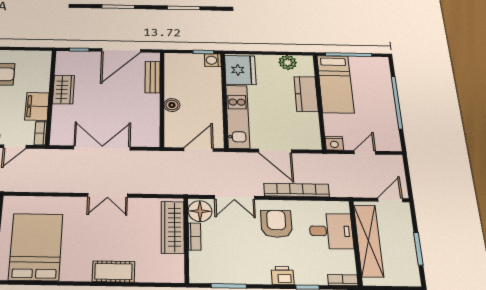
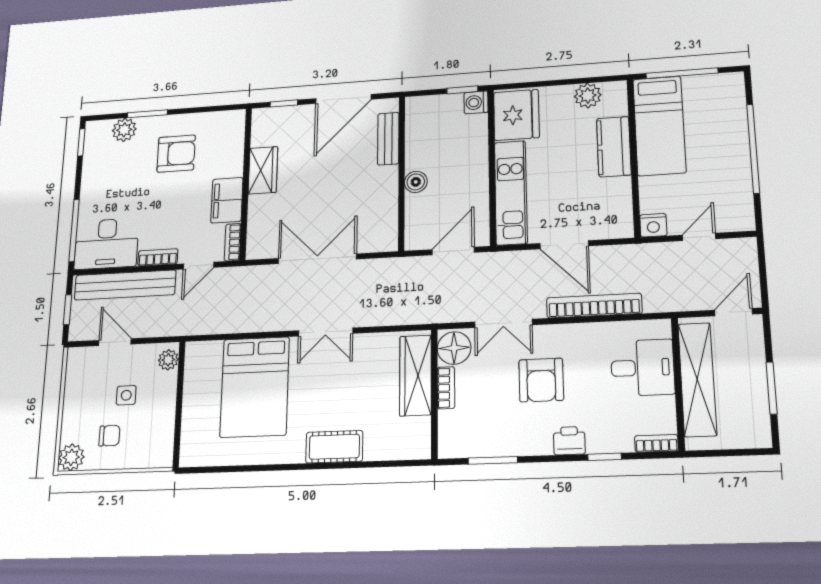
armchair: (276, 224) -> (541, 380), moved, turned 180
bed: (36, 247) -> (255, 387), moved, turned 180

